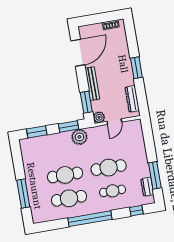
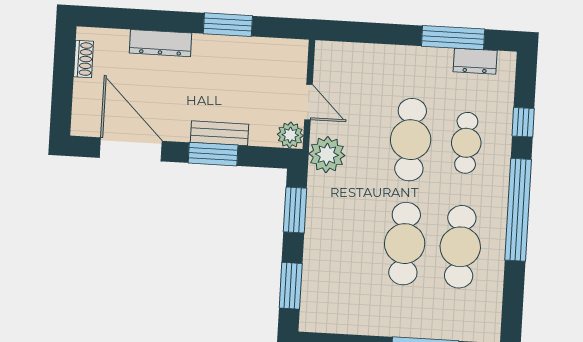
window: (136, 68) -> (228, 25), moved
bench: (92, 84) -> (220, 133), width x0.73
dresser: (132, 99) -> (161, 43), moved
window: (86, 102) -> (213, 154), moved
plant: (79, 137) -> (327, 155), moved
window: (136, 211) -> (523, 122), moved

